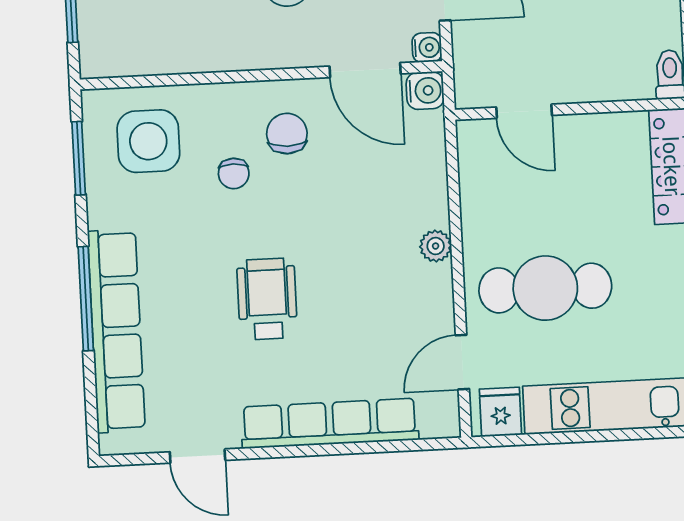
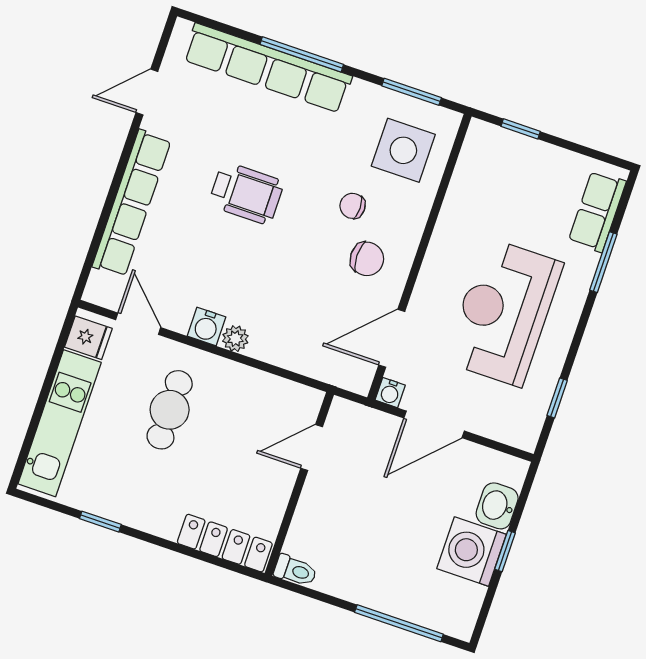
water cooler: (425, 91) -> (206, 326), moved
cafe table: (545, 288) -> (170, 410), width x0.73, depth x0.74

